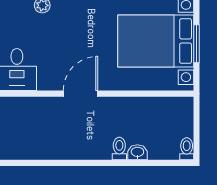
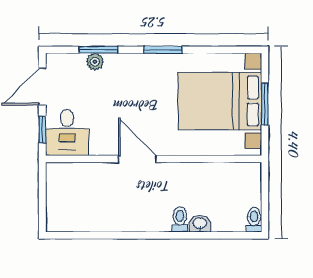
door: (81, 94) -> (137, 159), hinge flipped

